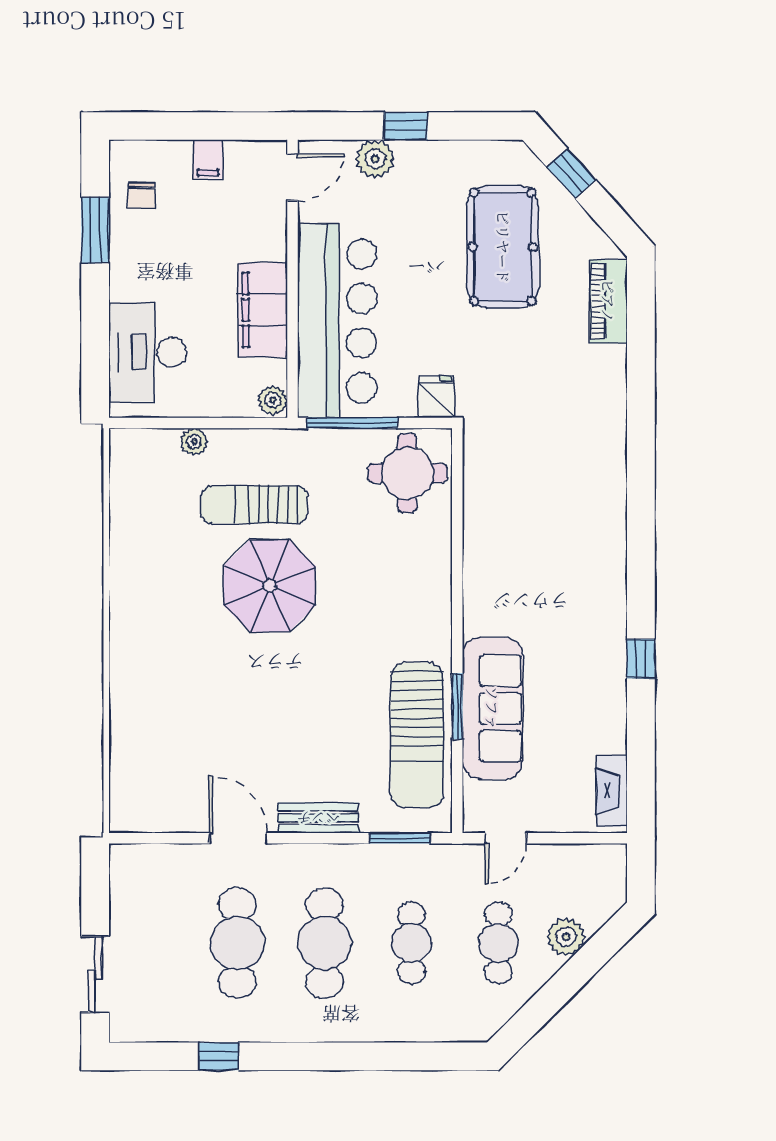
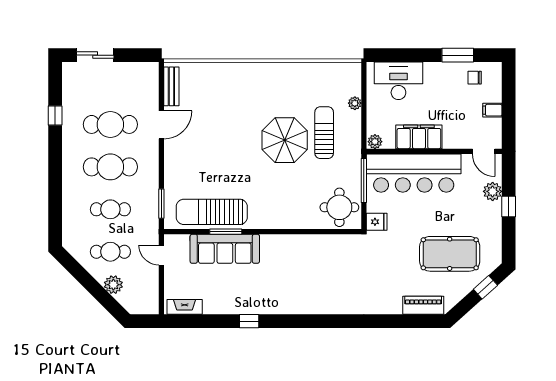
bench: (318, 818) -> (171, 86), moved

